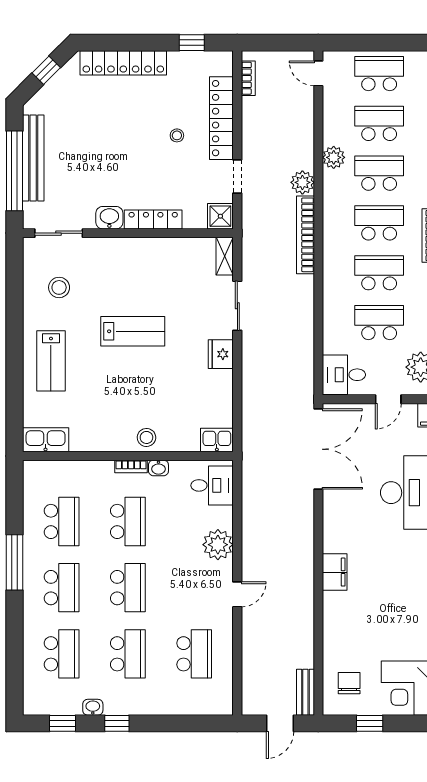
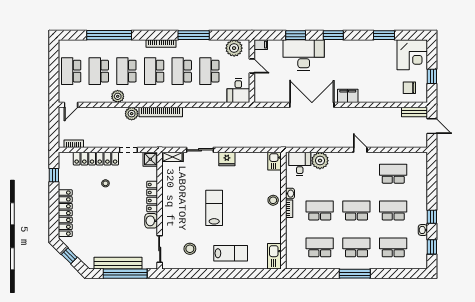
double door: (318, 449) -> (312, 105), moved
plant: (218, 545) -> (320, 161), moved
window: (14, 562) -> (355, 274), moved

